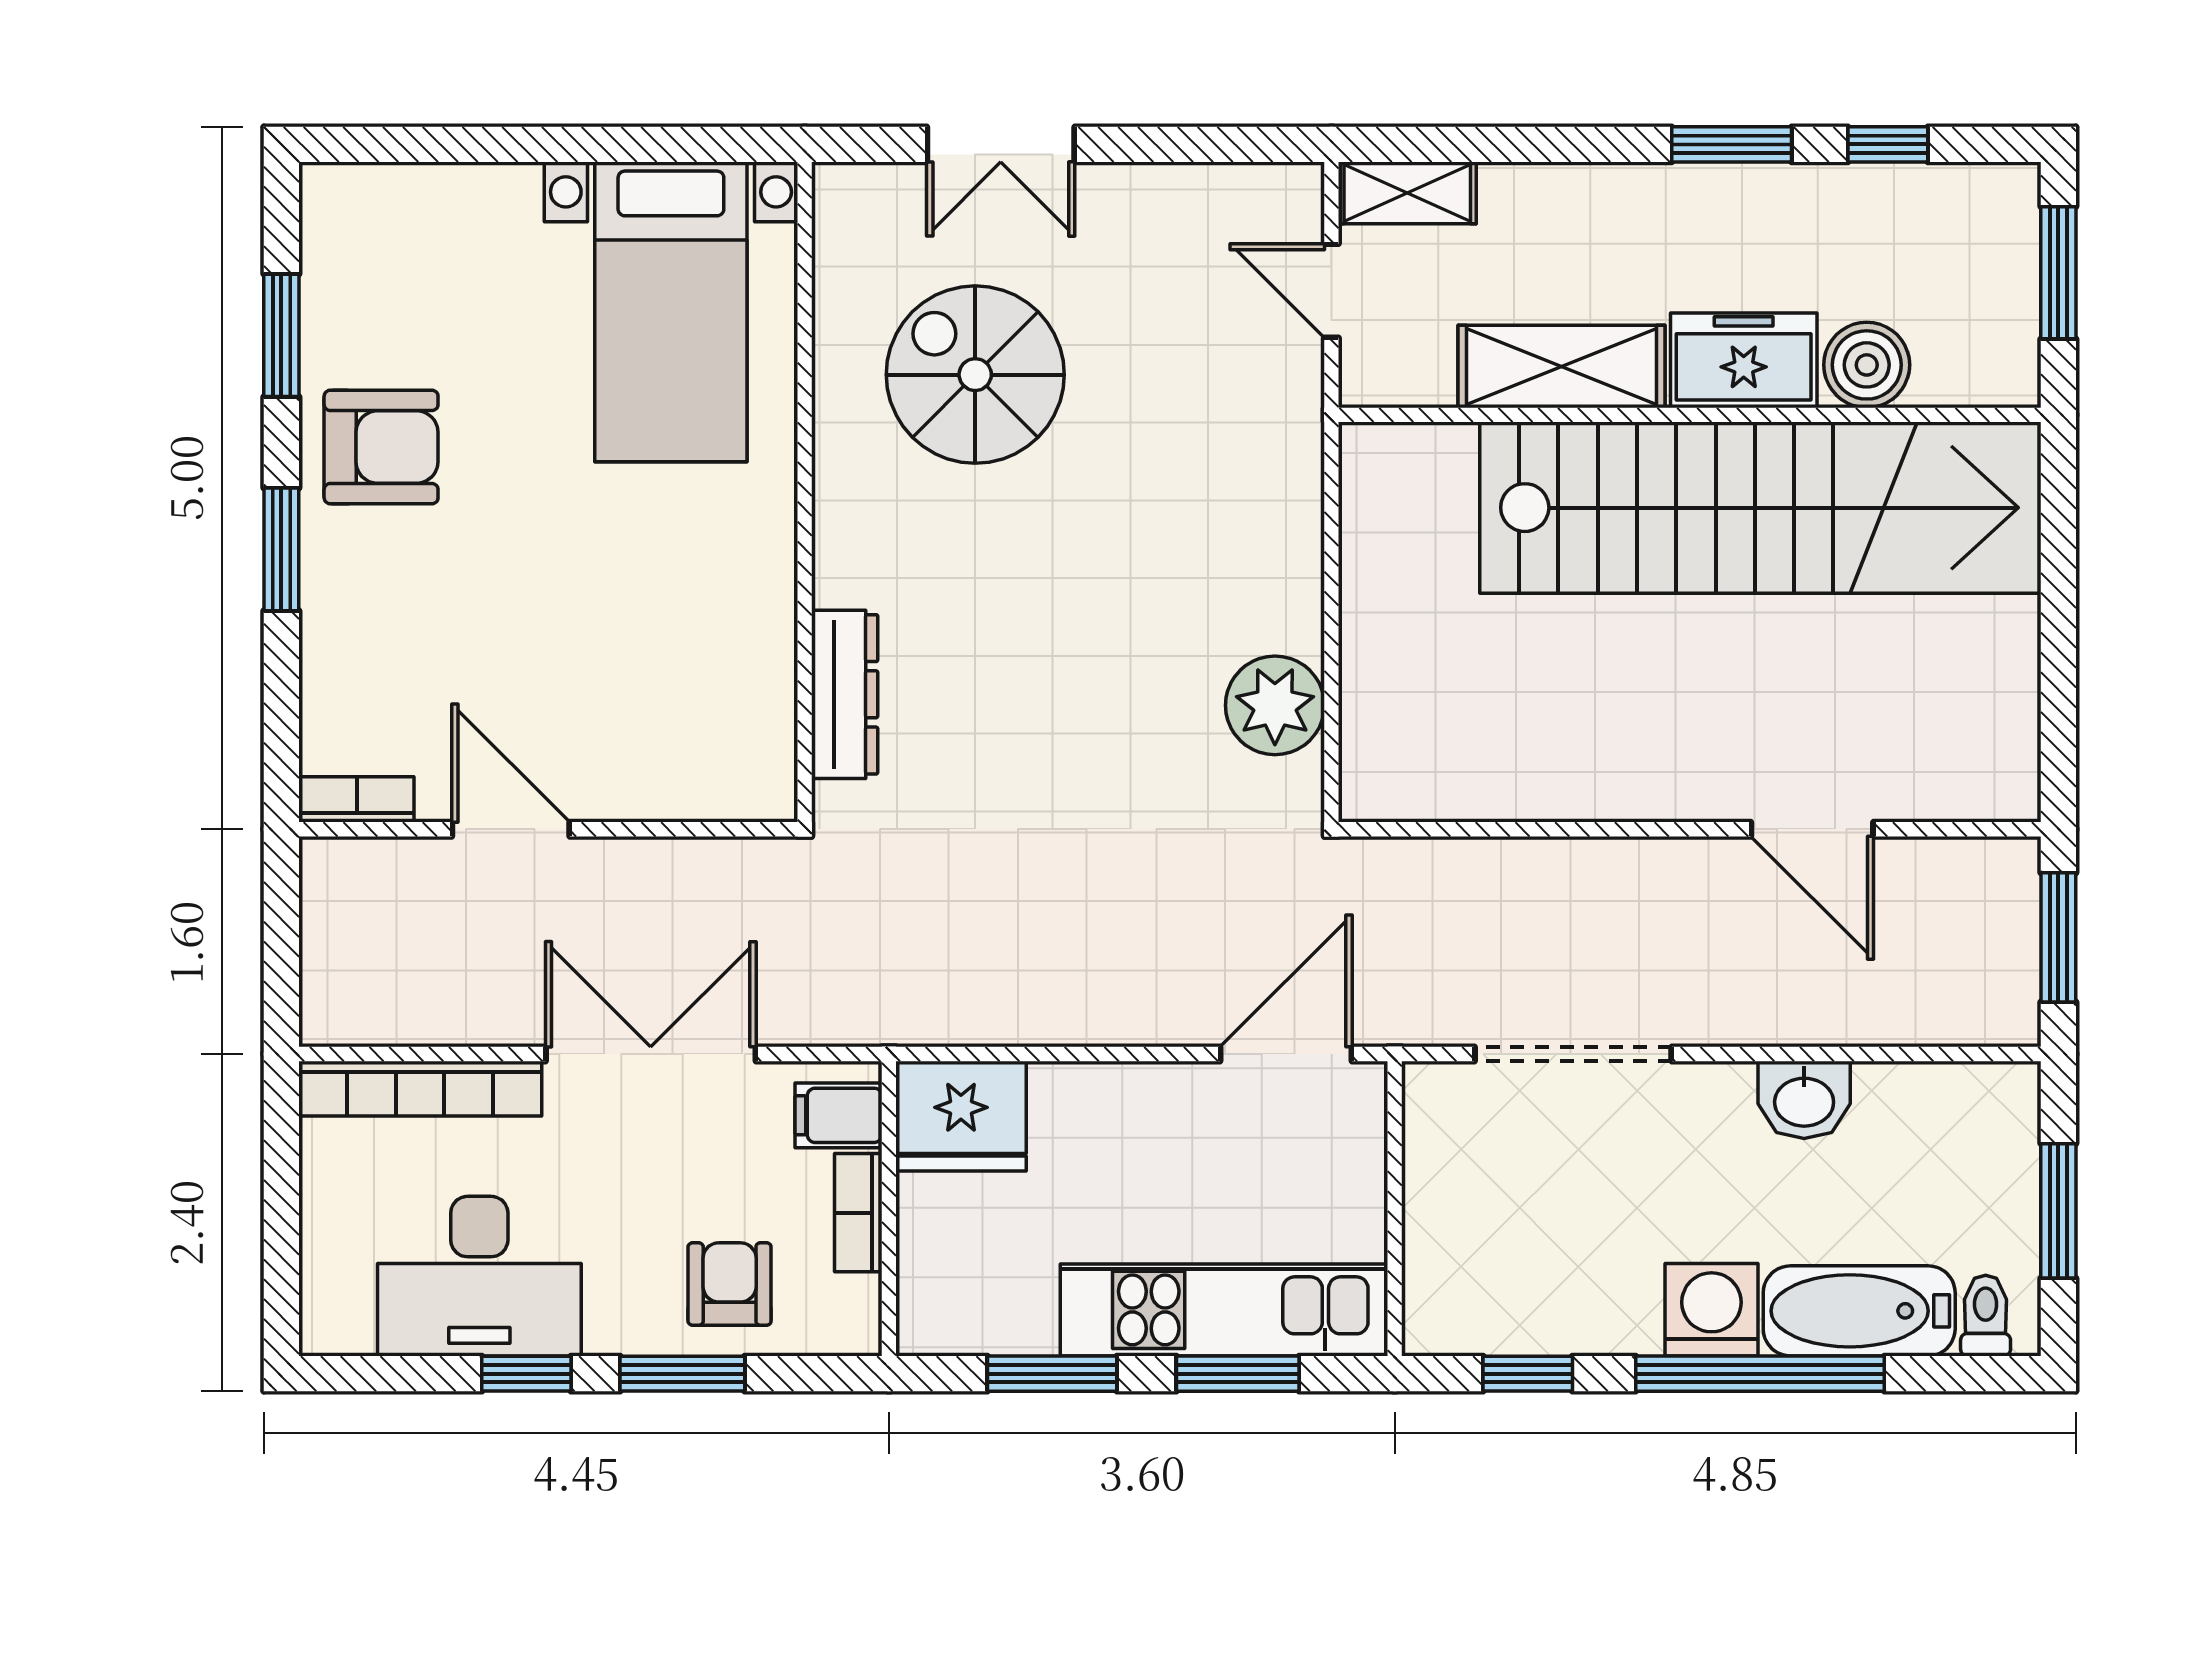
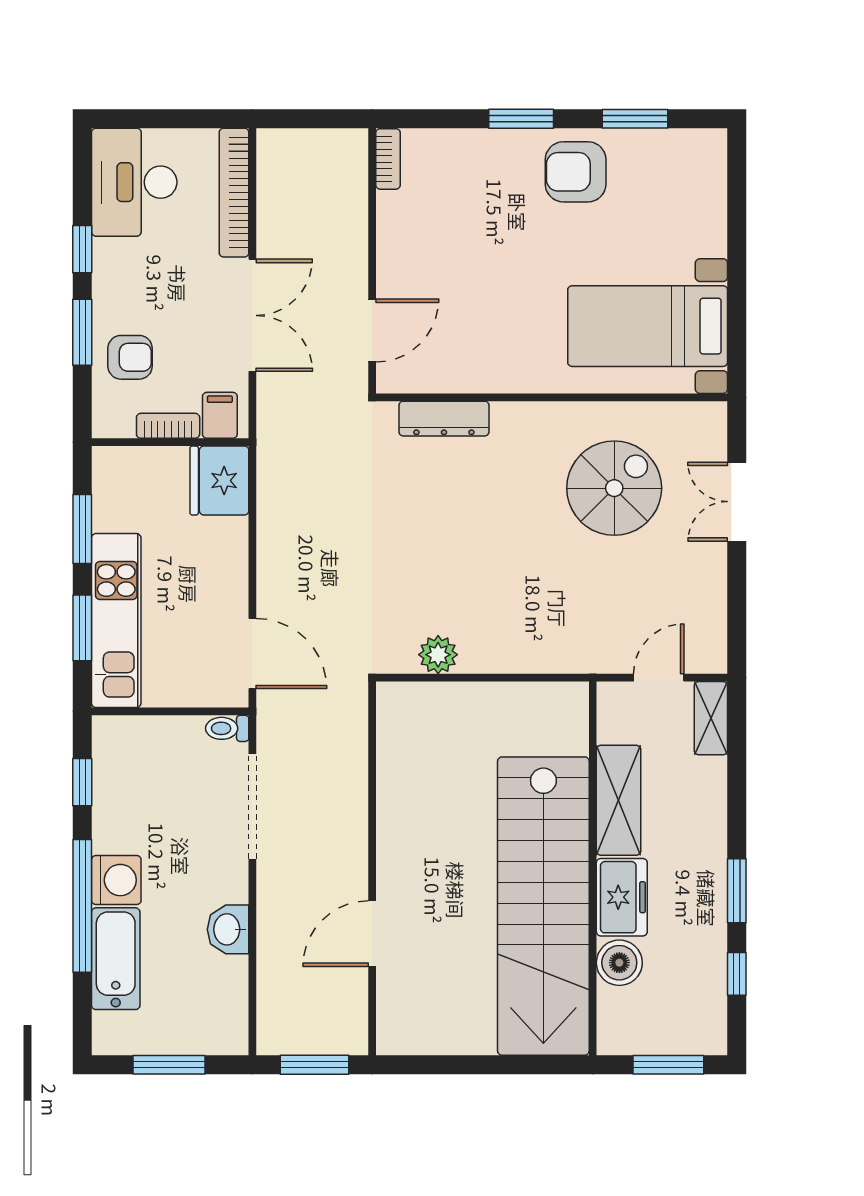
armchair: (381, 447) -> (576, 172), turned 90
plant: (1275, 705) -> (438, 655), width x0.73, depth x0.73
door: (511, 829) -> (372, 331), moved
desk: (479, 1276) -> (134, 182), moved
toilet: (1986, 1316) -> (227, 728), moved, turned 180

